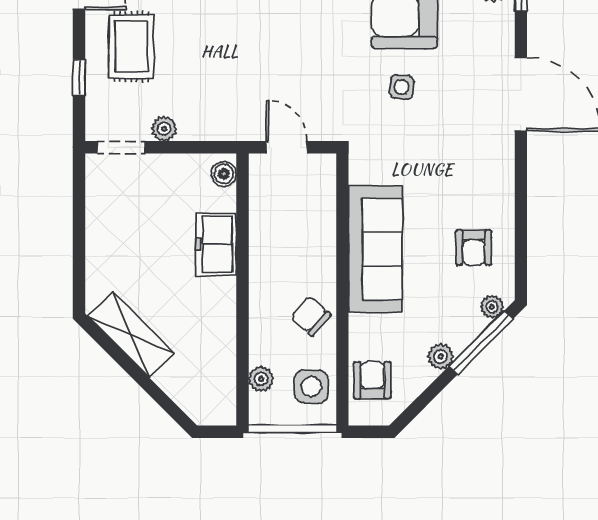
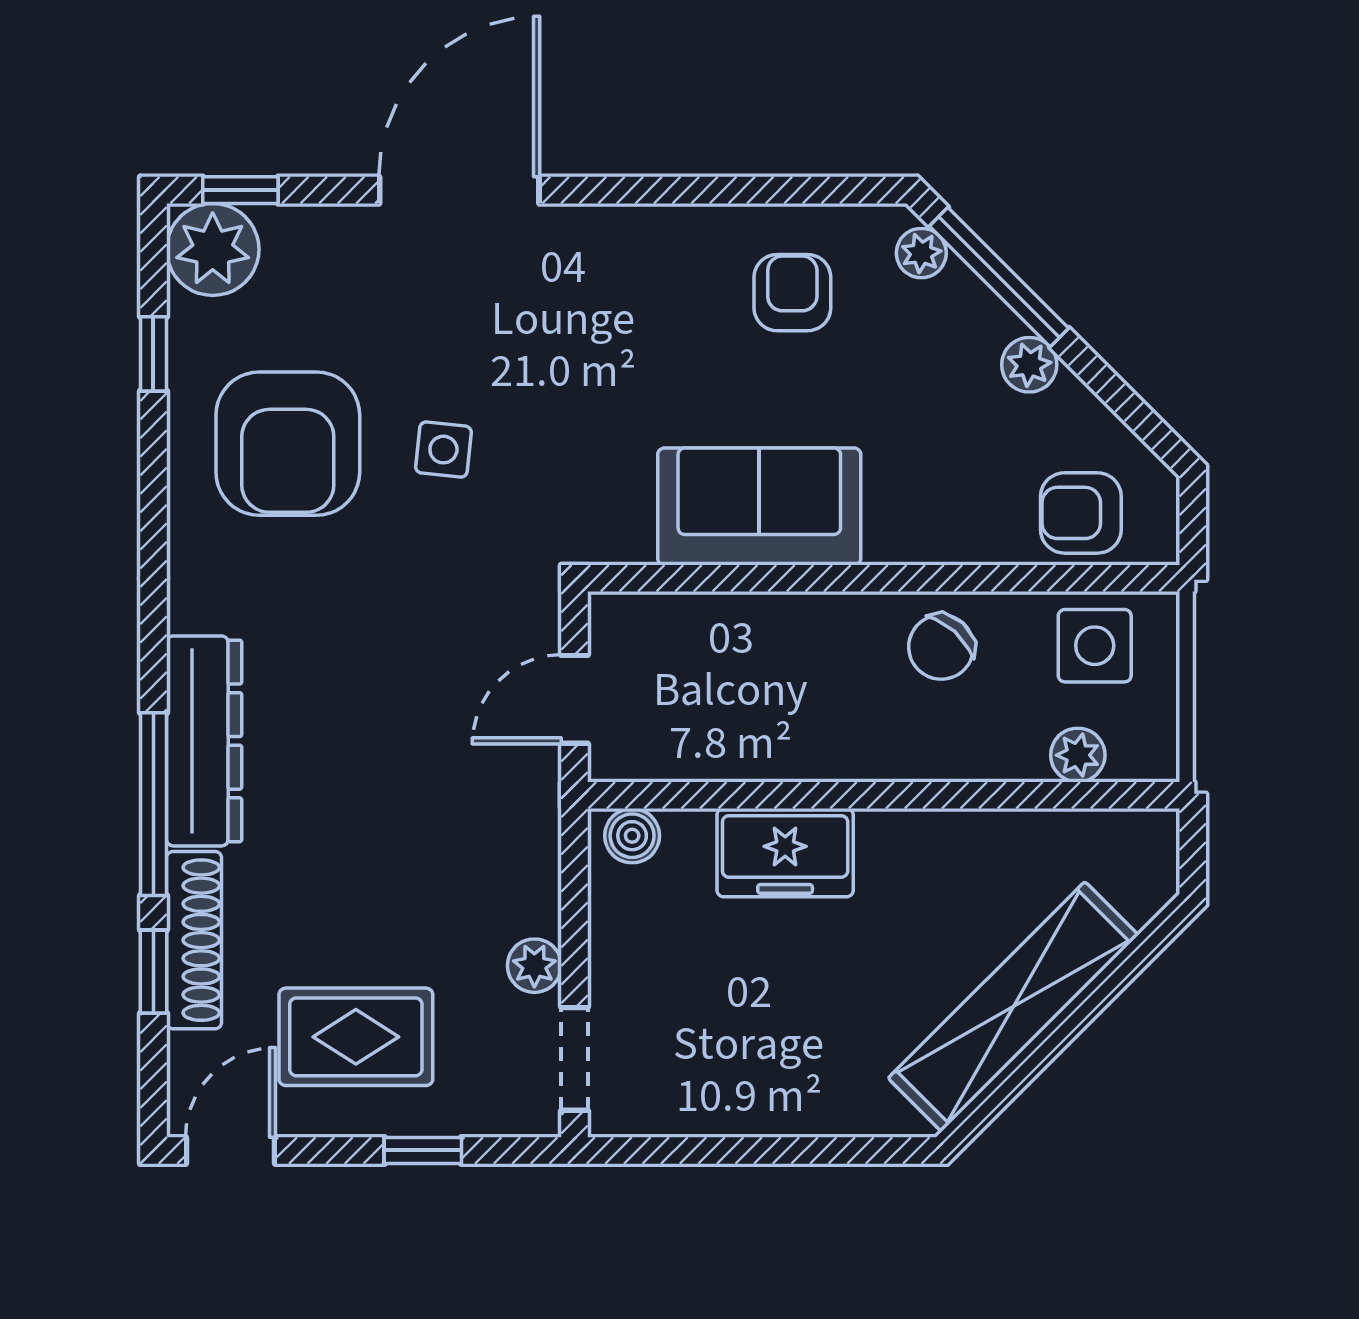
armchair: (474, 247) -> (792, 293), turned -90
sofa: (375, 249) -> (759, 506), width x0.73
shelving: (131, 335) -> (1013, 1007), width x1.47

